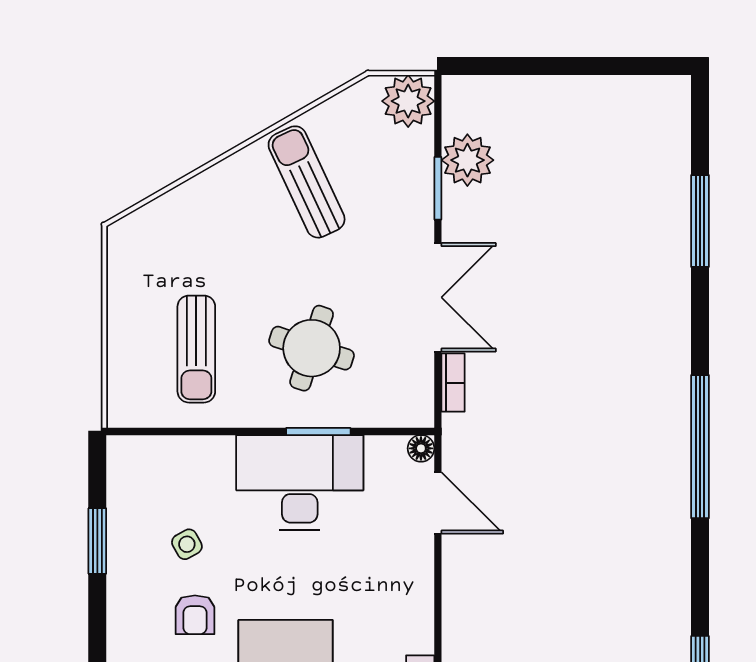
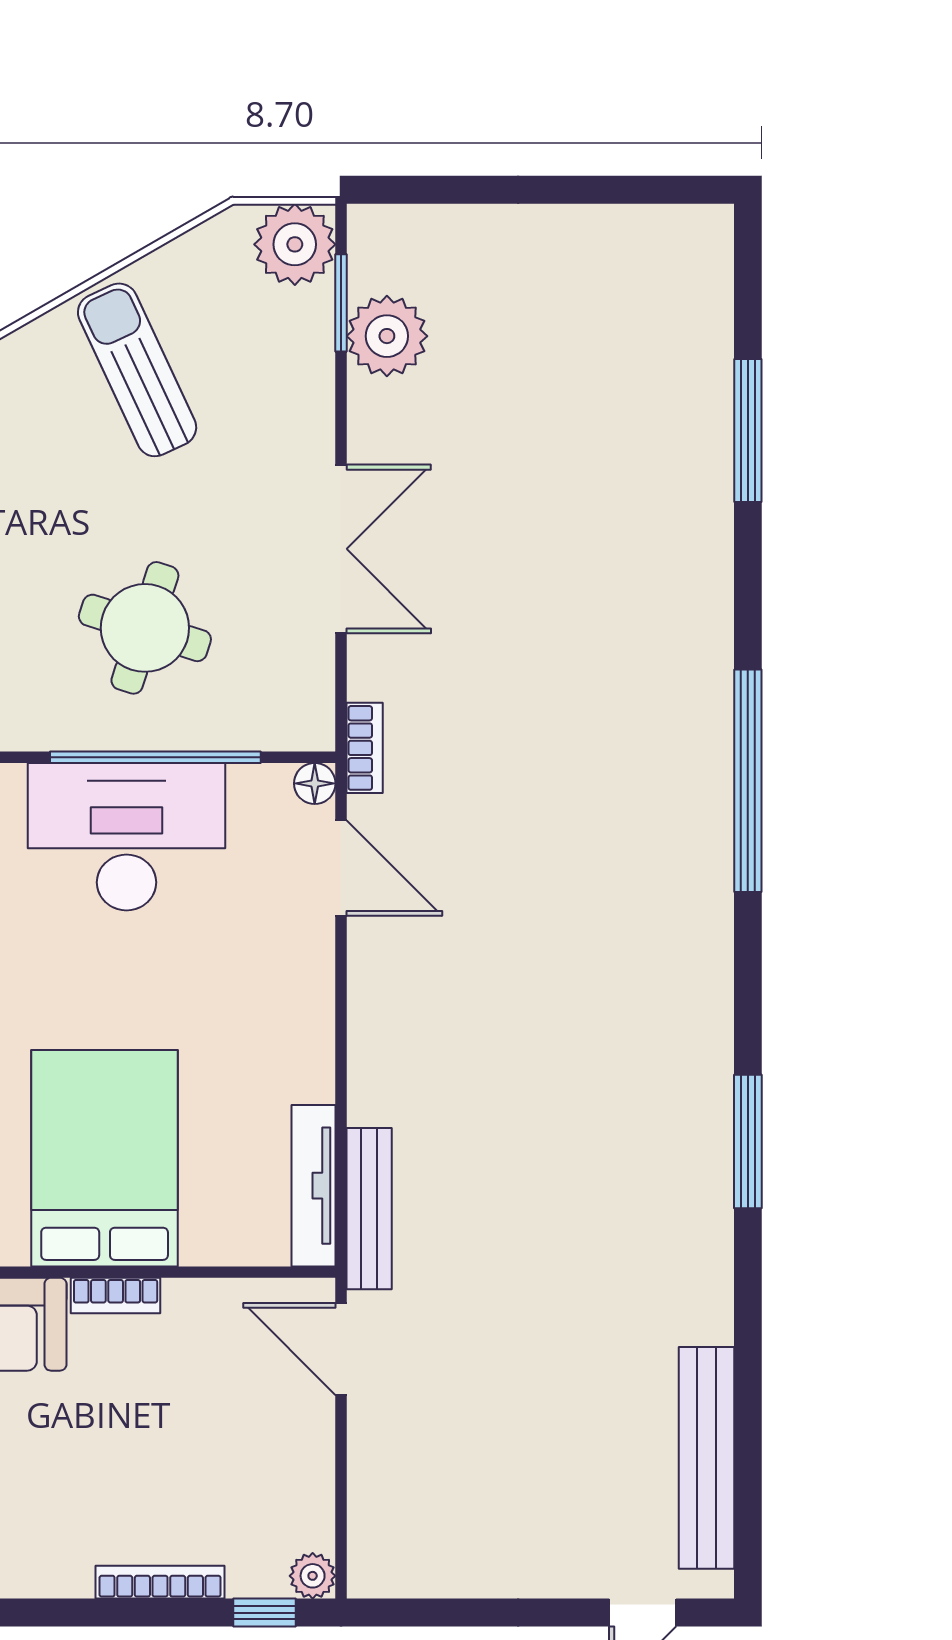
window: (438, 188) -> (341, 303), moved
bookcase: (453, 383) -> (365, 748), moved
window: (318, 431) -> (155, 757), width x2.11

